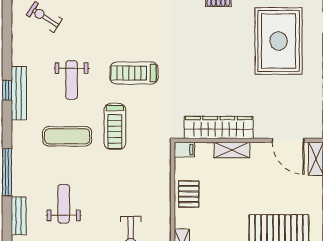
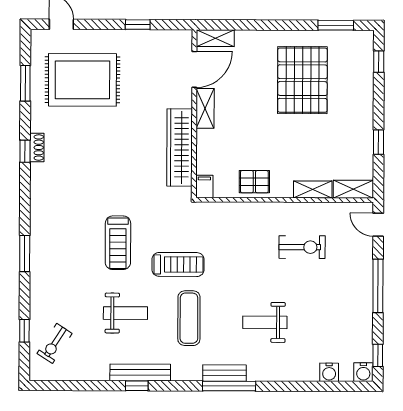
shelving: (232, 150) -> (205, 108), moved
bench: (19, 216) -> (225, 373), moved

